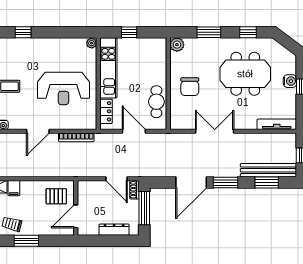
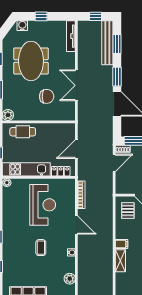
water cooler: (290, 81) -> (22, 26), moved
chair: (190, 87) -> (47, 96), moved
cafe table: (156, 102) -> (23, 132), moved

